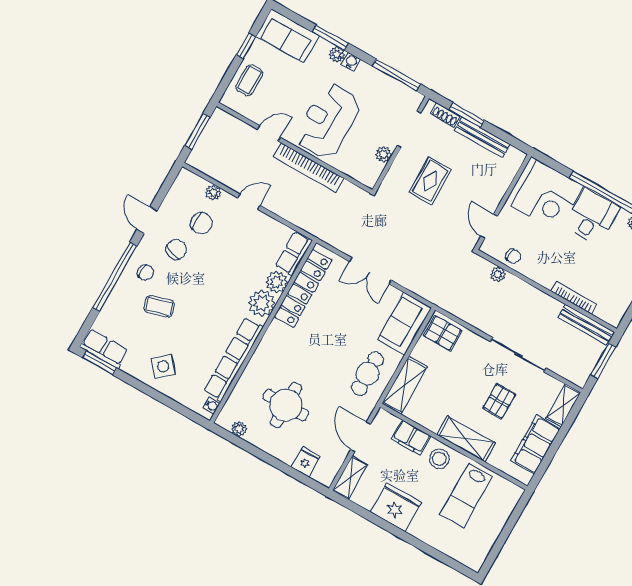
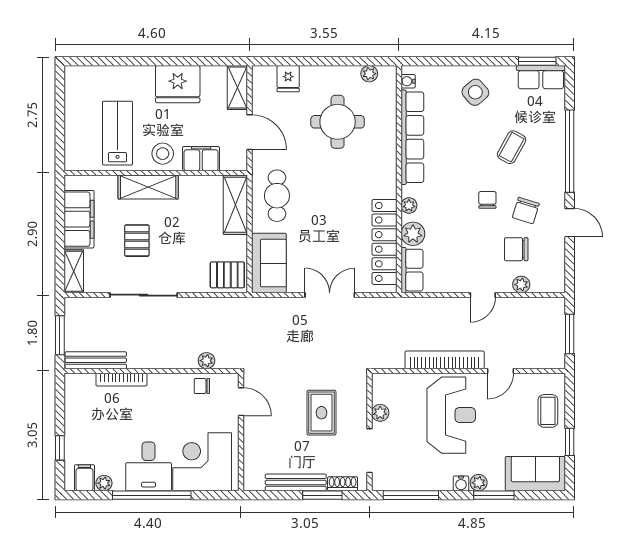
chair: (145, 273) -> (487, 200), moved, turned 90
plant: (262, 303) -> (409, 205), width x0.53, depth x0.53
coffee table: (159, 306) -> (512, 147), turned -44

